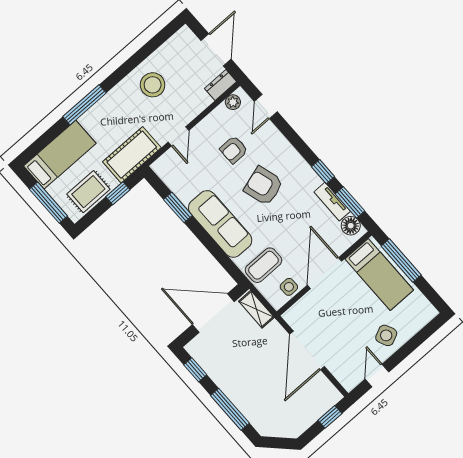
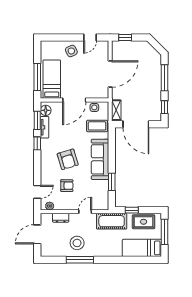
dresser: (221, 85) -> (61, 218), moved
window: (84, 105) -> (80, 260), moved

